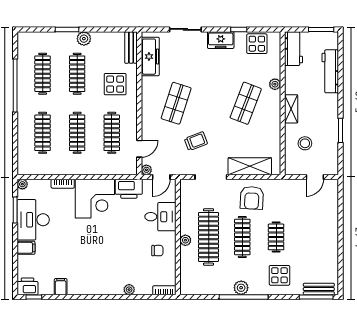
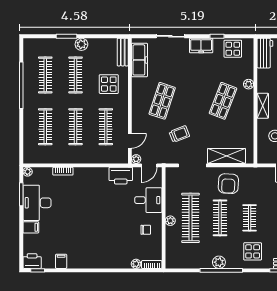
corner desk: (95, 199) -> (91, 184), removed
plant: (129, 290) -> (136, 264), moved

